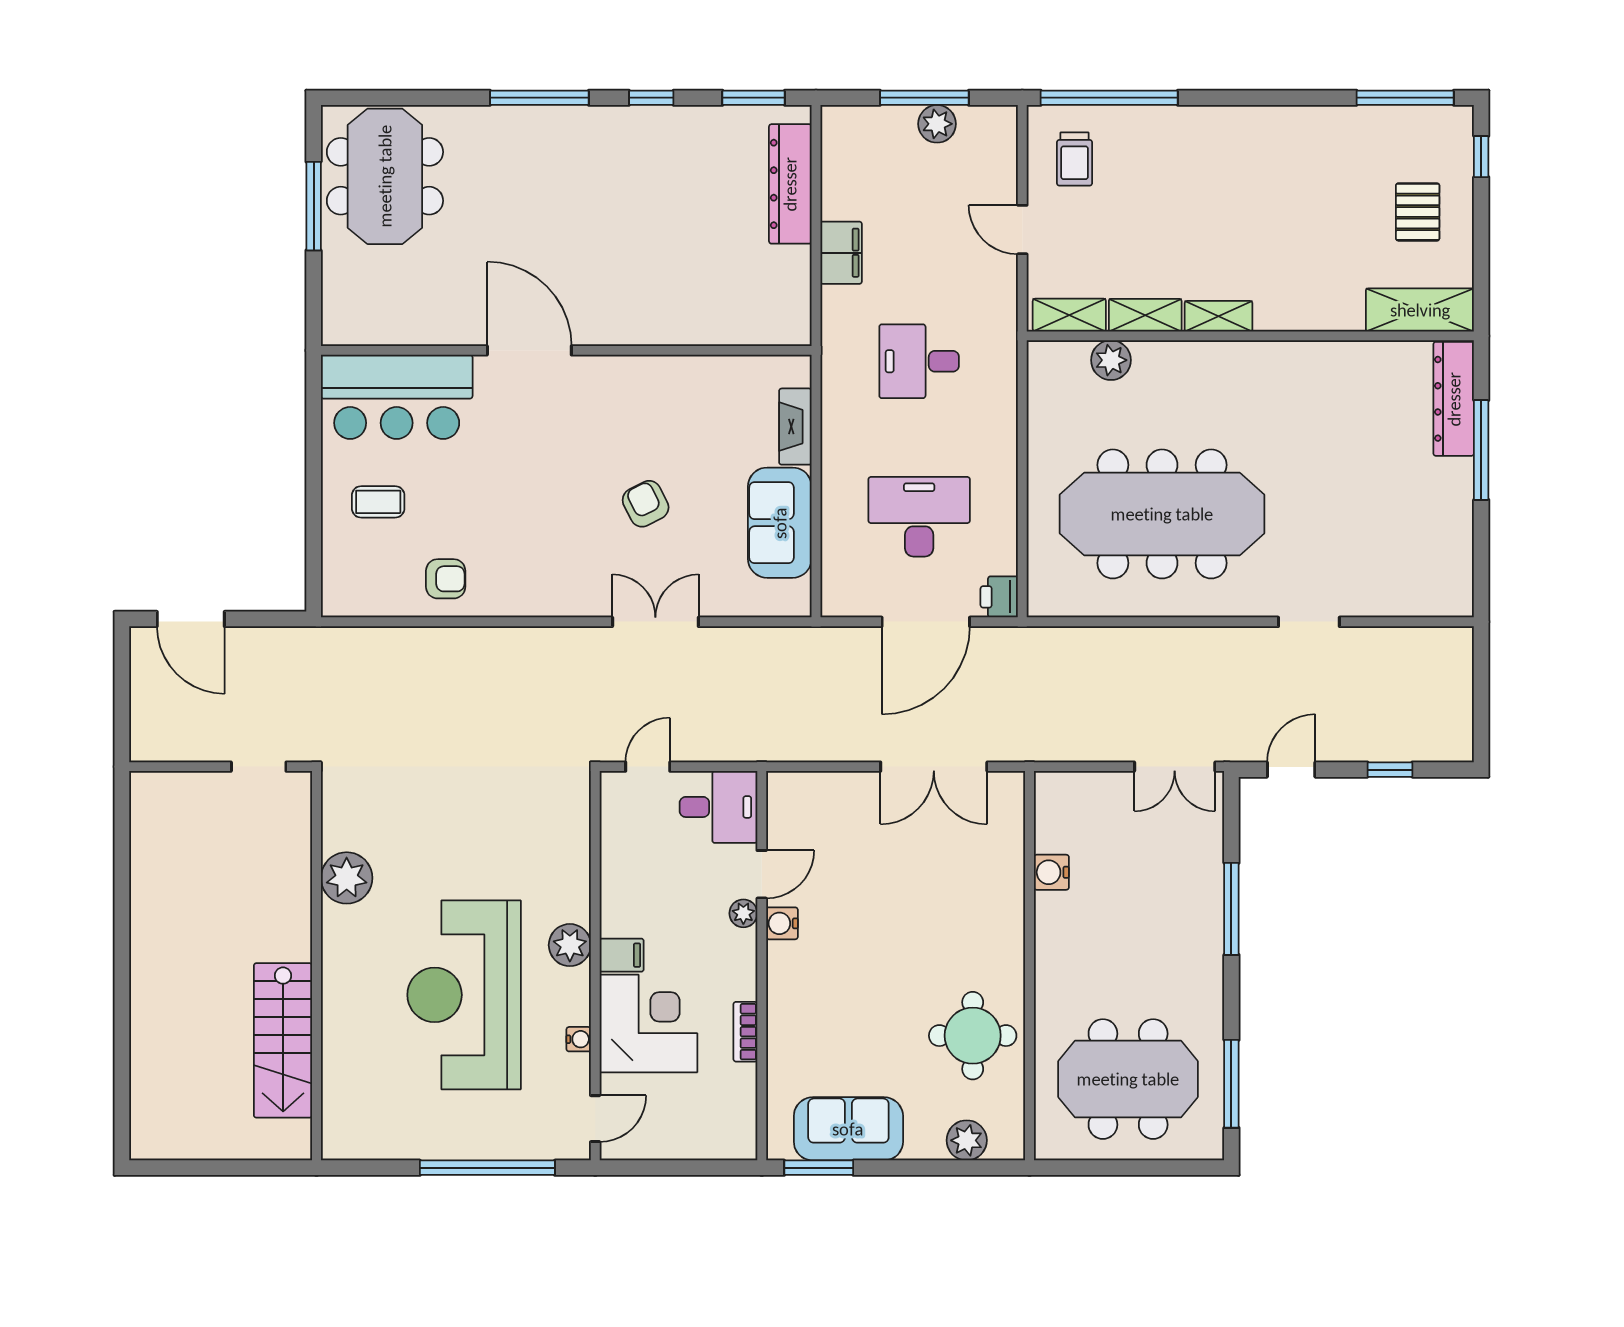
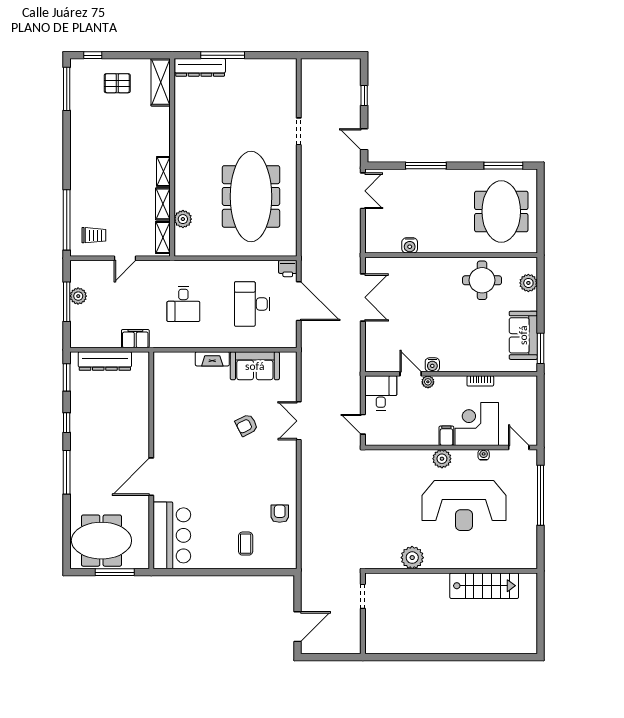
door: (529, 350) -> (151, 477), moved
wall: (566, 350) -> (151, 460), moved
bar counter: (397, 397) -> (172, 535), moved

